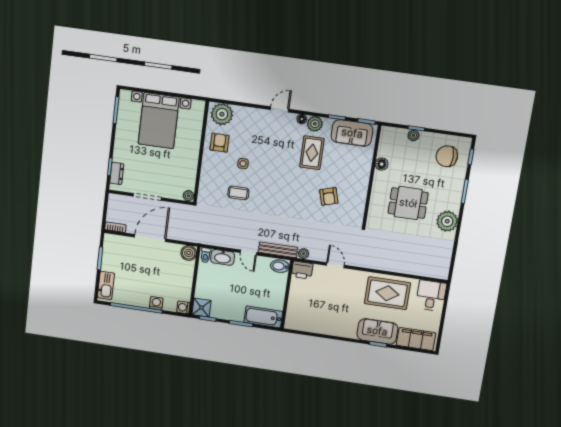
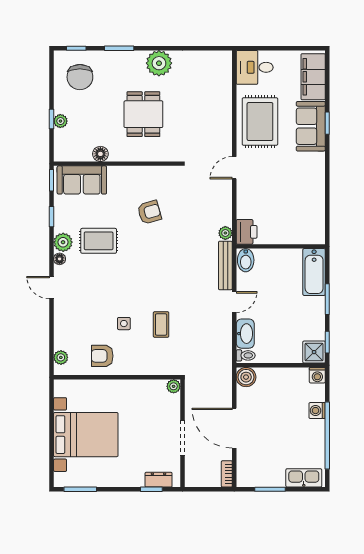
plant: (222, 114) -> (61, 357), width x0.53, depth x0.53
sofa: (352, 133) -> (82, 180), moved, turned 90
door: (335, 265) -> (234, 168), moved

